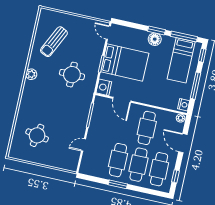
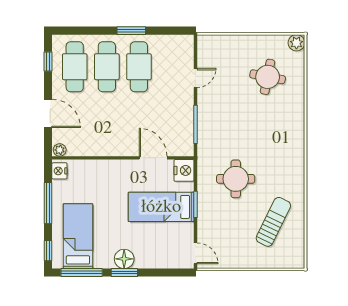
bed: (125, 62) -> (161, 207), width x0.67
plant: (31, 74) -> (296, 43), moved
cafe table: (147, 128) -> (107, 124), removed

